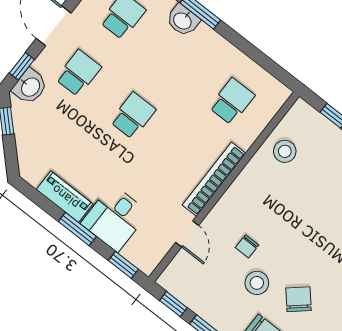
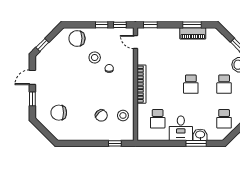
desk: (115, 218) -> (181, 128), moved, turned 180
window: (77, 229) -> (192, 25), moved
door: (187, 234) -> (135, 42), moved
chair: (298, 299) -> (101, 115), moved

